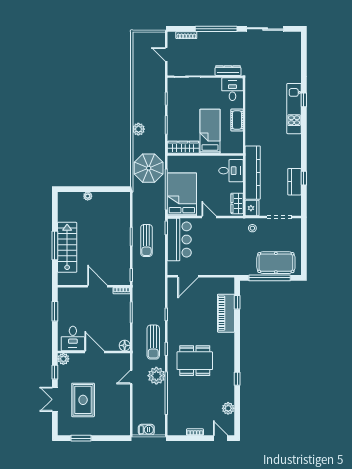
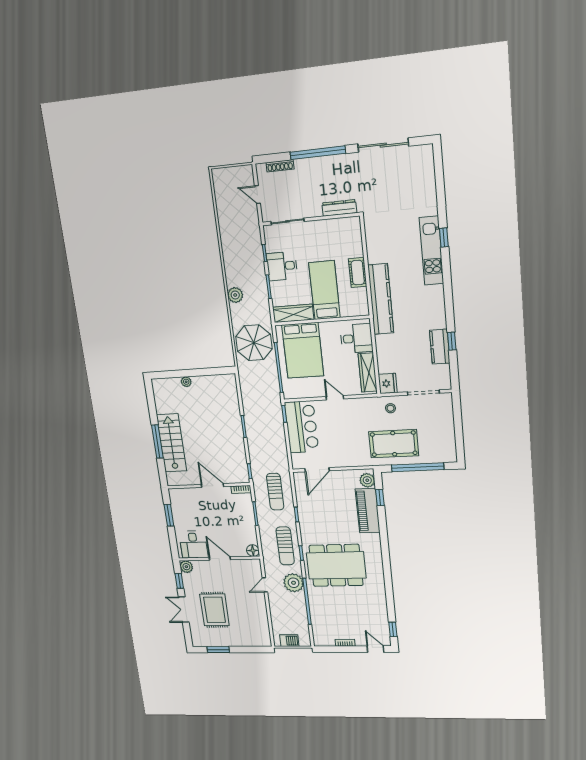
desk: (232, 89) -> (282, 266), moved, turned -90
kitchen counter: (253, 173) -> (381, 299), moved
bed: (182, 194) -> (303, 350), moved, turned 180
wardrobe: (237, 203) -> (368, 372), width x1.50
sun lounger: (146, 240) -> (275, 492), moved
pool table: (276, 263) -> (394, 444), moved
dining table: (195, 361) -> (336, 565), width x1.36, depth x1.24
window: (237, 379) -> (393, 629), moved
plant: (228, 408) -> (367, 480), moved

